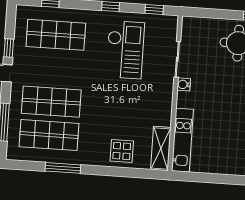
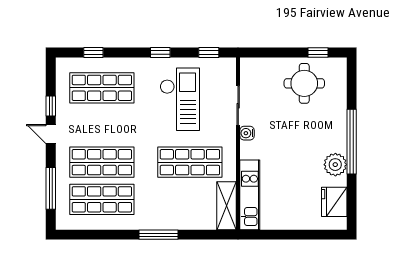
shop shelf: (130, 107) -> (190, 162), added
display table: (122, 151) -> (183, 211), removed
window: (63, 168) -> (159, 235), moved

